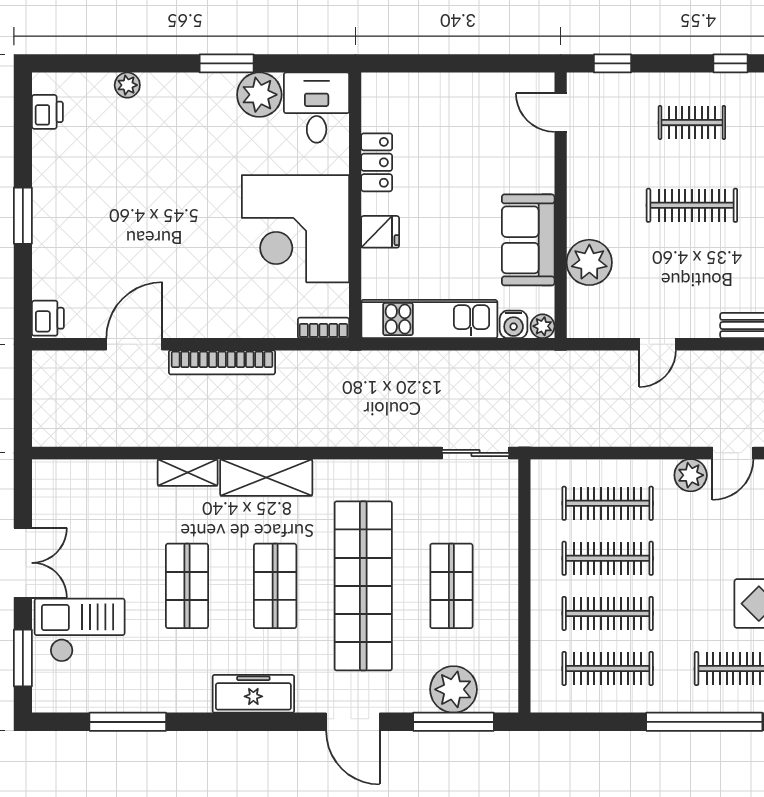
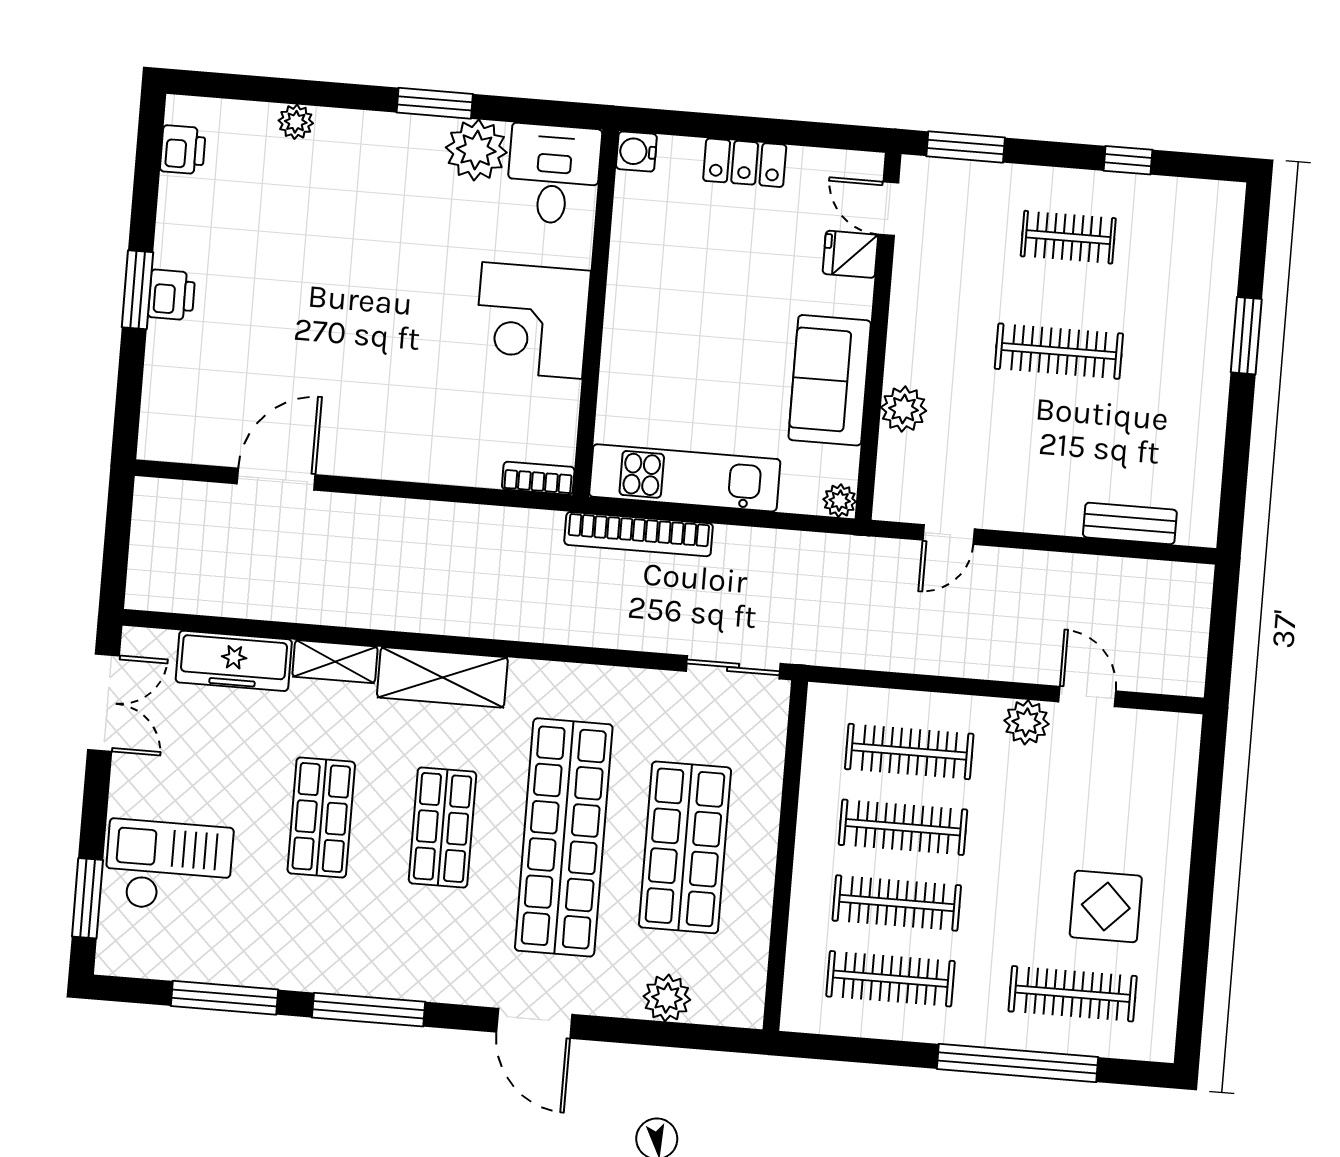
window: (613, 63) -> (966, 147), width x1.50
locker: (377, 162) -> (745, 163), moved, turned 90
corner desk: (295, 229) -> (532, 320), width x0.74, depth x0.74
fridge: (380, 232) -> (850, 254), moved, turned 180
plant: (589, 262) -> (904, 409), width x0.73, depth x0.73
printer: (48, 318) -> (172, 295), moved
water cooler: (514, 324) -> (636, 152), moved, turned 90
door: (657, 344) -> (949, 534), moved
bookcase: (222, 362) -> (639, 534), moved
door: (733, 453) -> (1087, 696), swing flipped
double door: (23, 563) -> (104, 703), moved
shop shelf: (451, 586) -> (685, 847), width x1.43, depth x1.36
plant: (453, 689) -> (667, 998), width x0.73, depth x0.73
freezer: (253, 694) -> (234, 661), moved, turned 180
window: (453, 722) -> (369, 1010), moved

